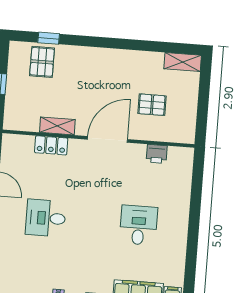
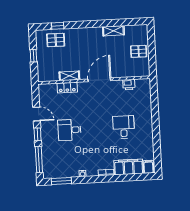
pallet: (42, 62) -> (56, 40), turned 90
shelving: (183, 62) -> (113, 31), moved
pallet: (152, 105) -> (139, 51), moved

